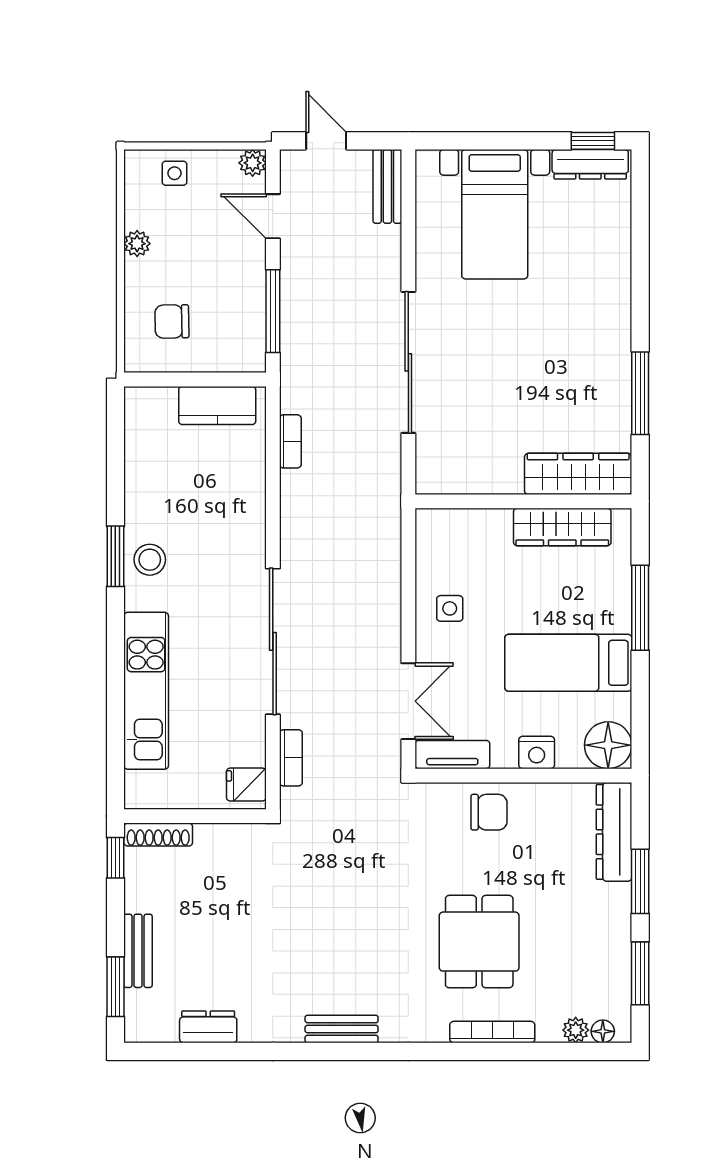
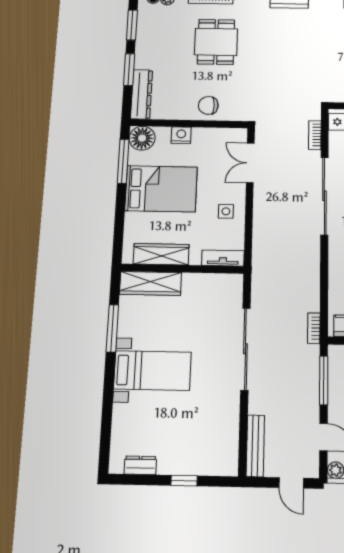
window: (593, 141) -> (184, 481), moved
dresser: (590, 164) -> (140, 465), width x0.70
bench: (387, 186) -> (255, 446), width x1.36
bed with nightstands: (495, 214) -> (152, 371), moved, turned 90
bookcase: (290, 441) -> (314, 328), moved
window: (640, 608) -> (123, 161), moved
bed: (568, 663) -> (161, 189), width x1.50
tv unit: (452, 755) -> (223, 258), moved, turned 180

